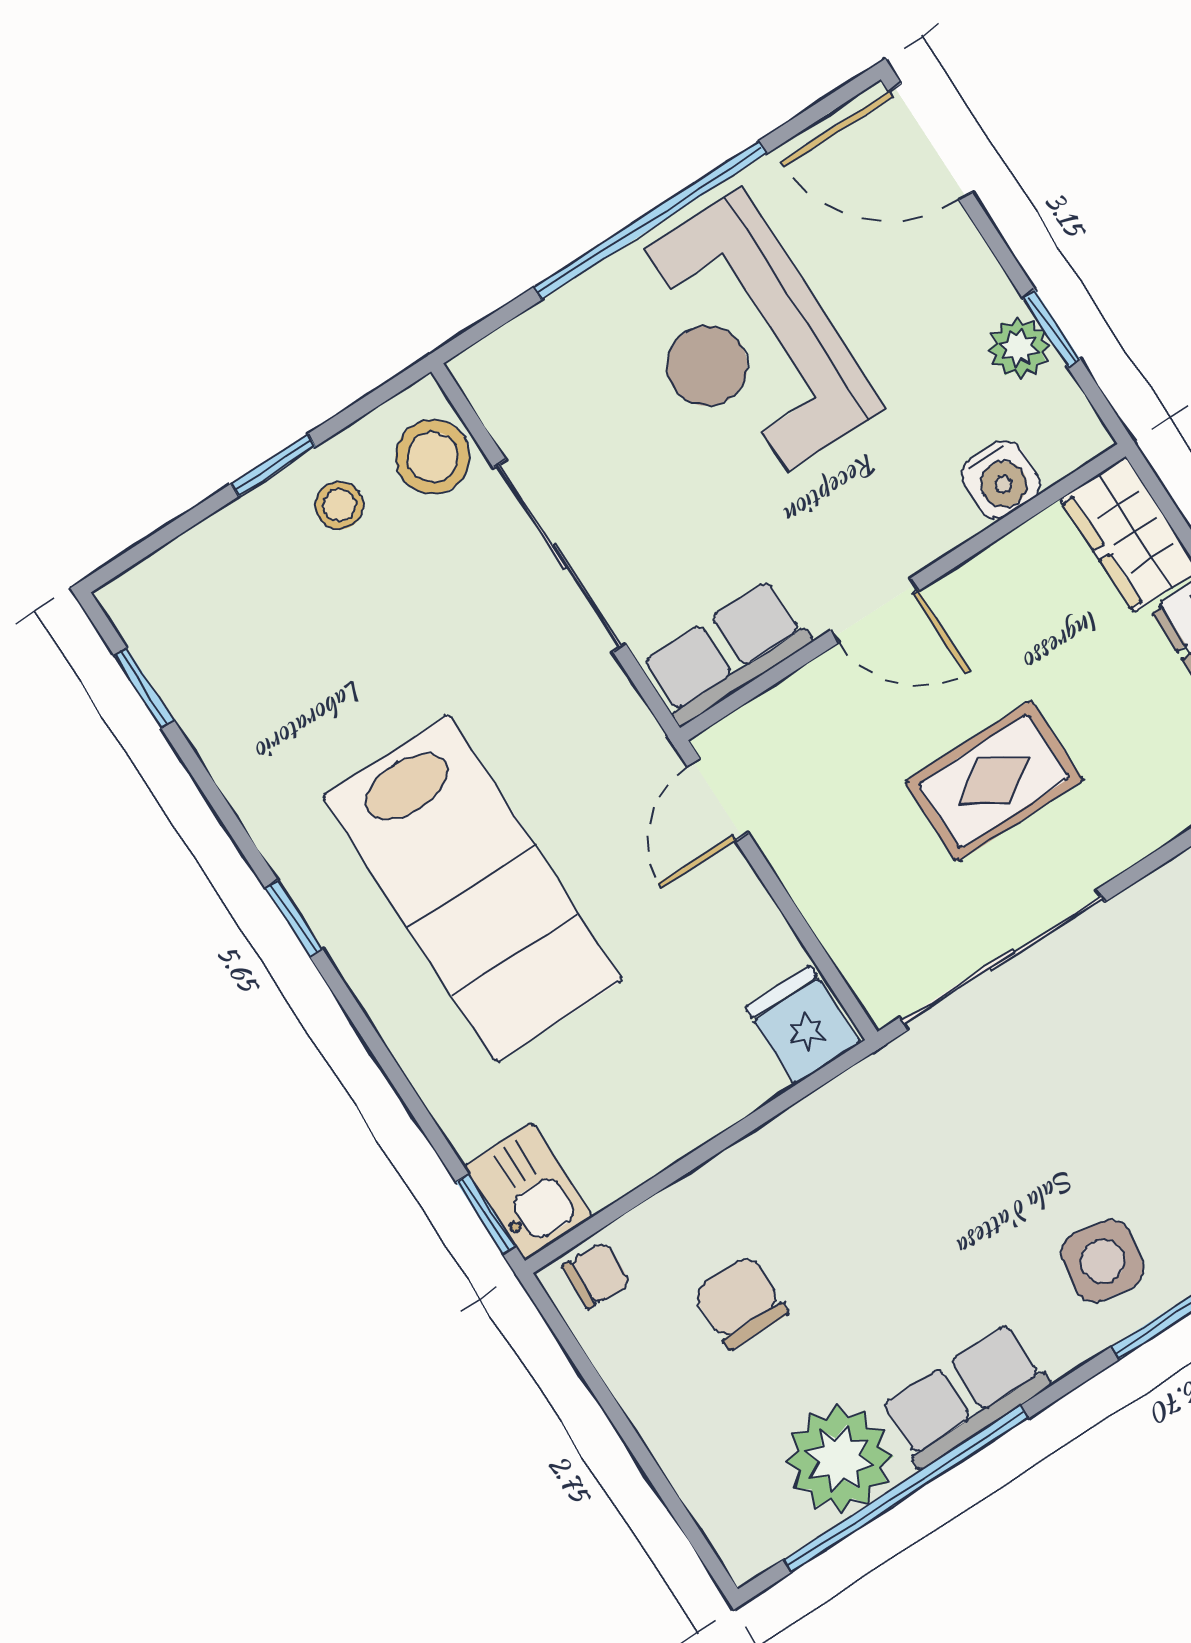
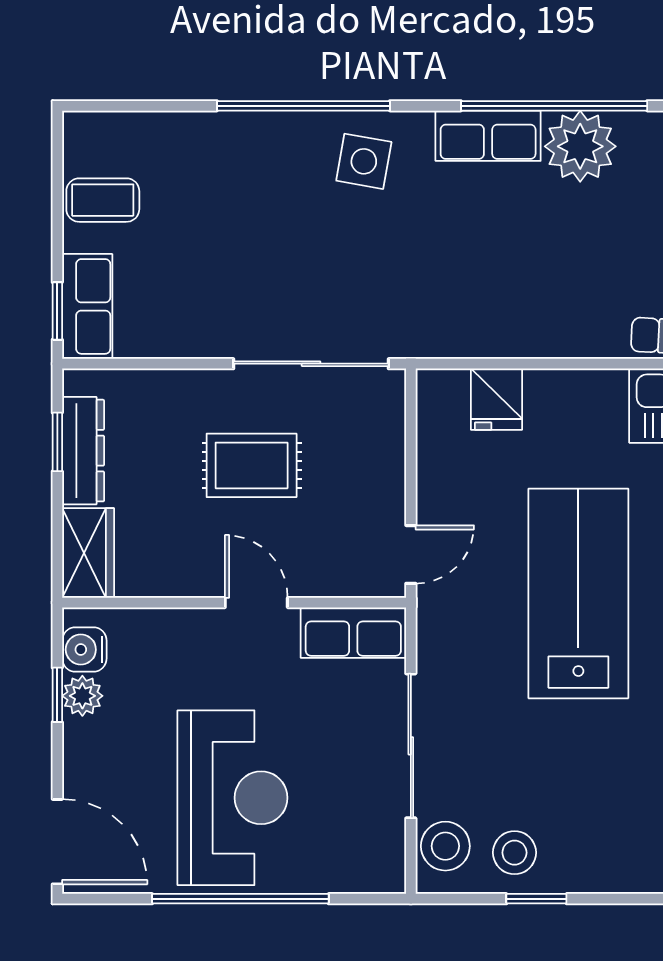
water cooler: (1001, 480) -> (84, 650), moved, turned -90
stool: (339, 506) -> (514, 853), width x1.37, depth x1.37
fridge: (803, 1025) -> (496, 399), moved
chair: (740, 1303) -> (579, 268), removed

